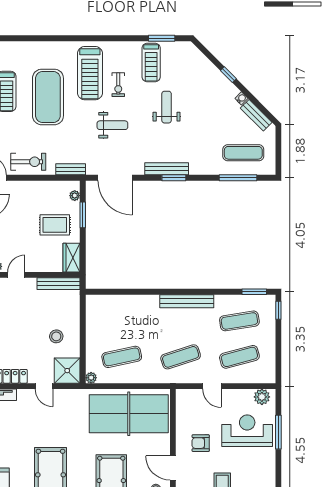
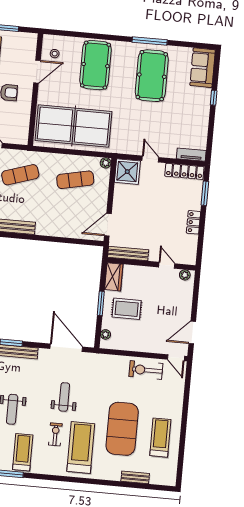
weight bench: (112, 125) -> (64, 397), turned 90
bench: (71, 169) -> (135, 477), moved
window: (83, 215) -> (101, 303), moved
door: (16, 275) -> (167, 265), swing flipped
door: (83, 312) -> (108, 225), added
stool: (56, 336) -> (135, 204), removed
door: (173, 468) -> (37, 72), hinge flipped

